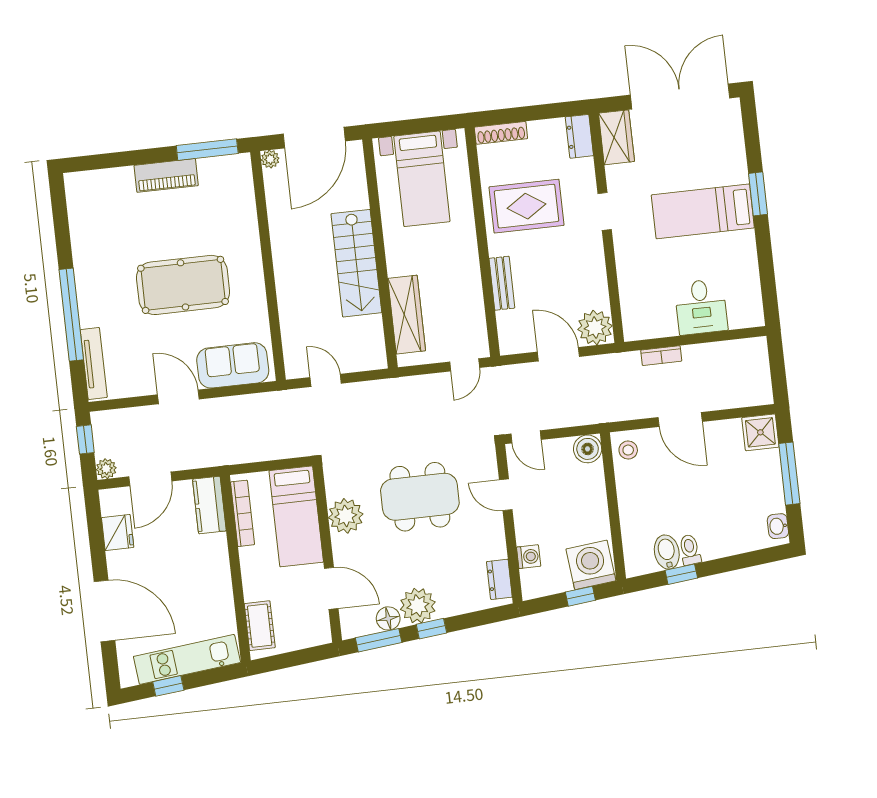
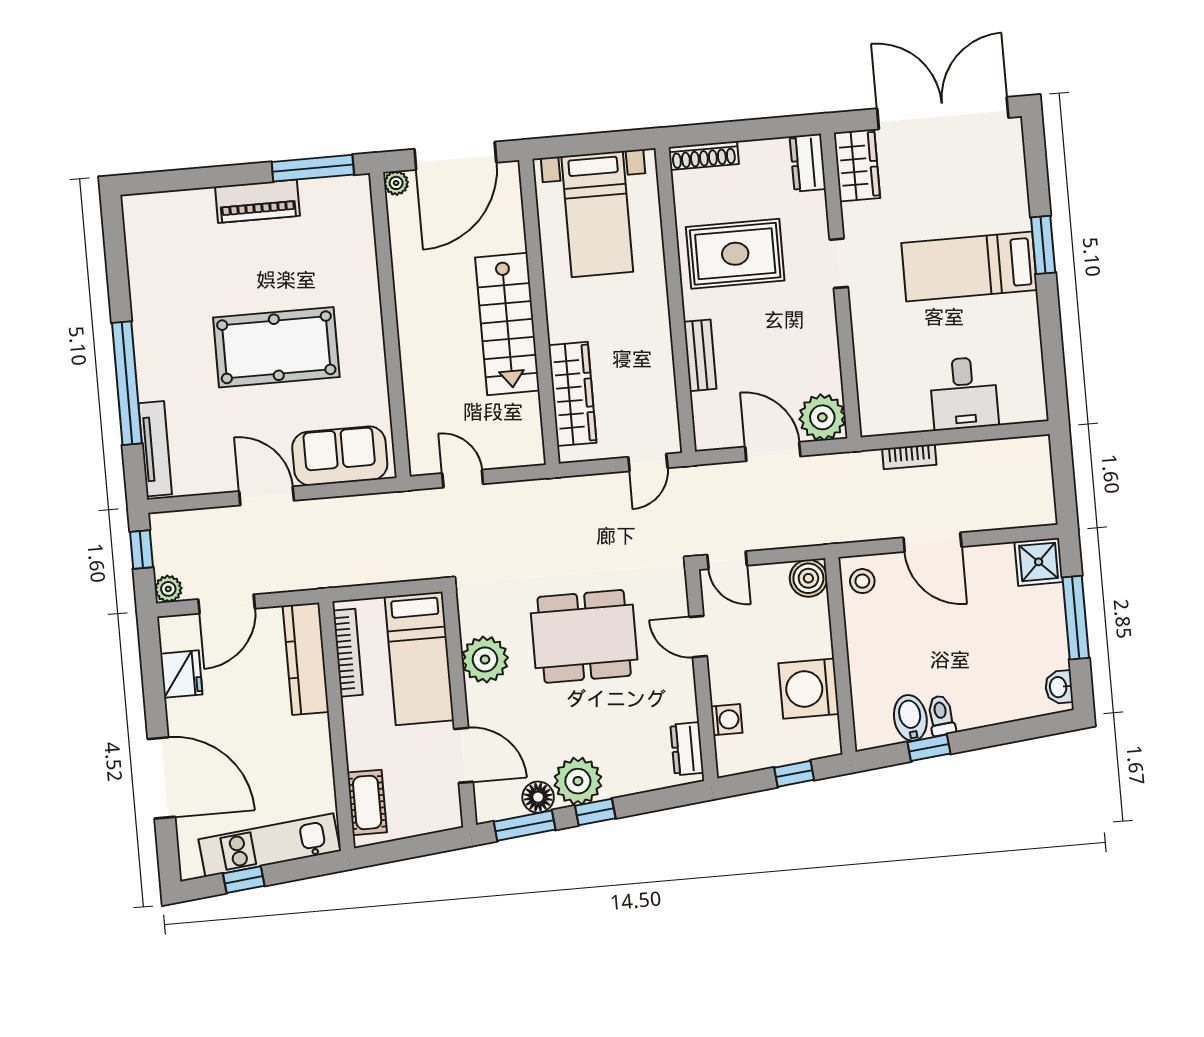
kitchen counter: (209, 505) -> (306, 659), width x1.50
washing machine: (591, 565) -> (809, 689), moved, turned -84

